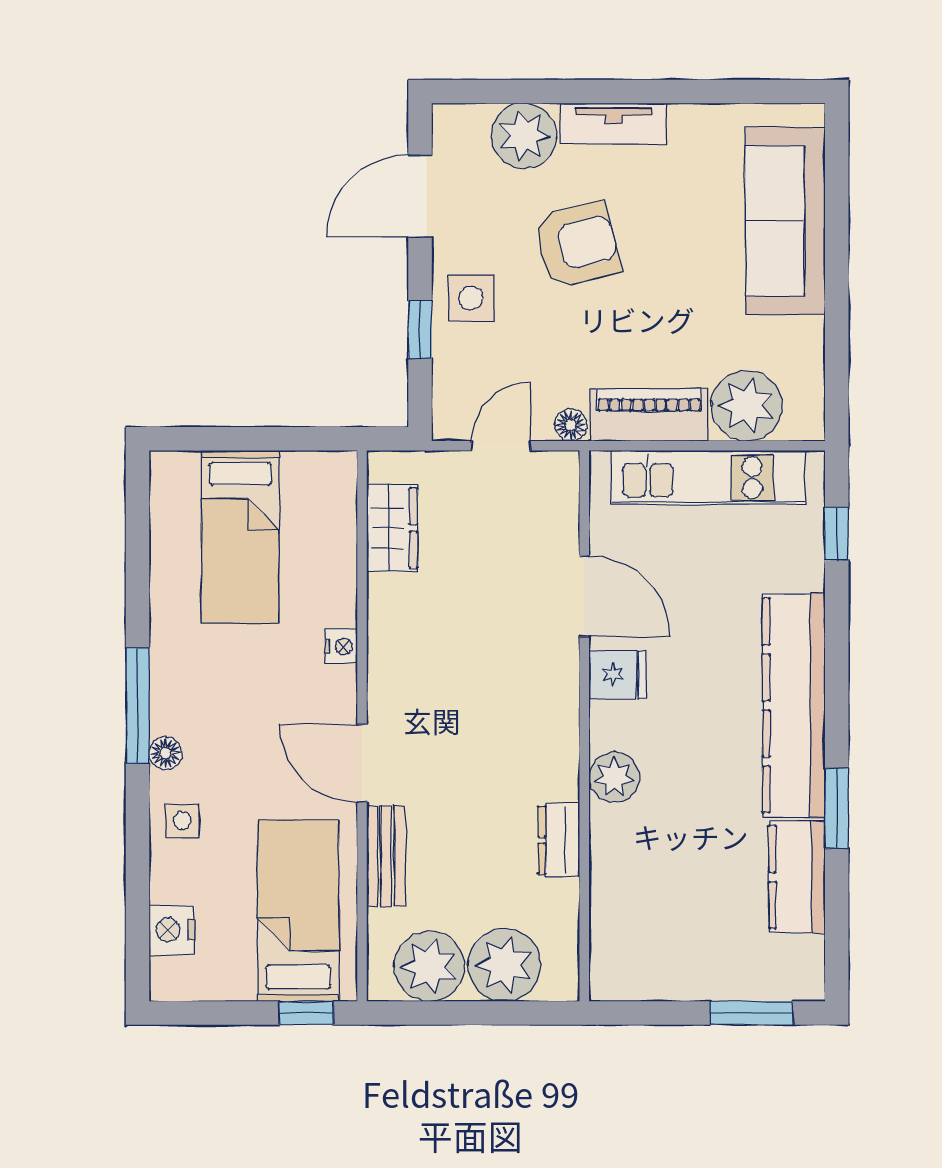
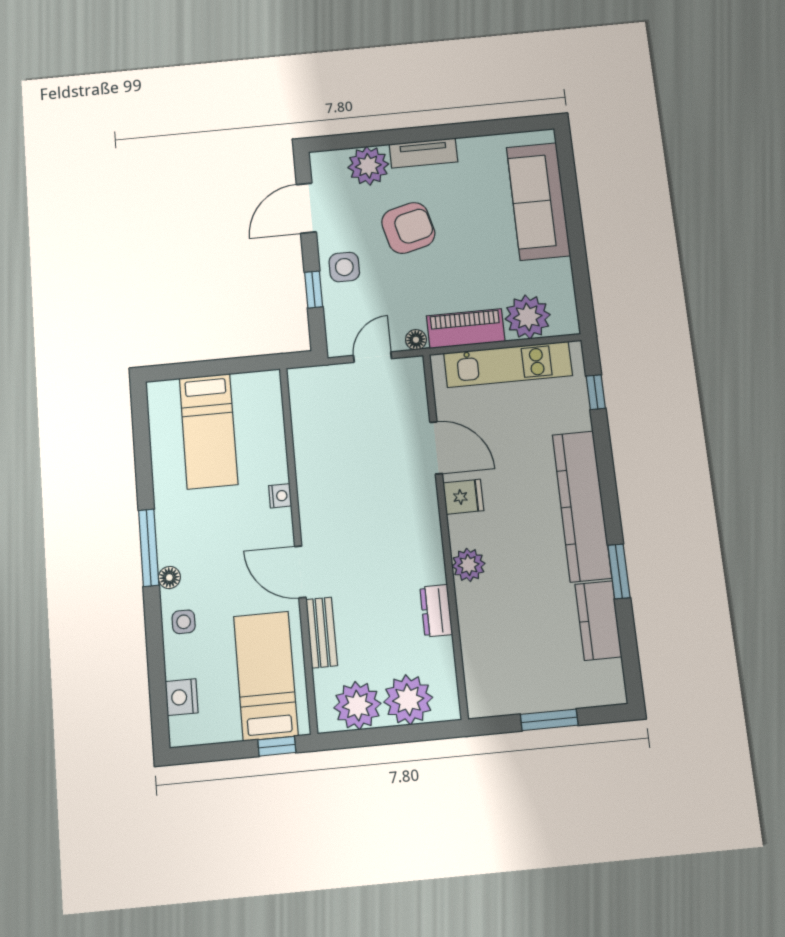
wardrobe: (392, 528) -> (307, 416), removed
window: (752, 1013) -> (549, 720), moved

